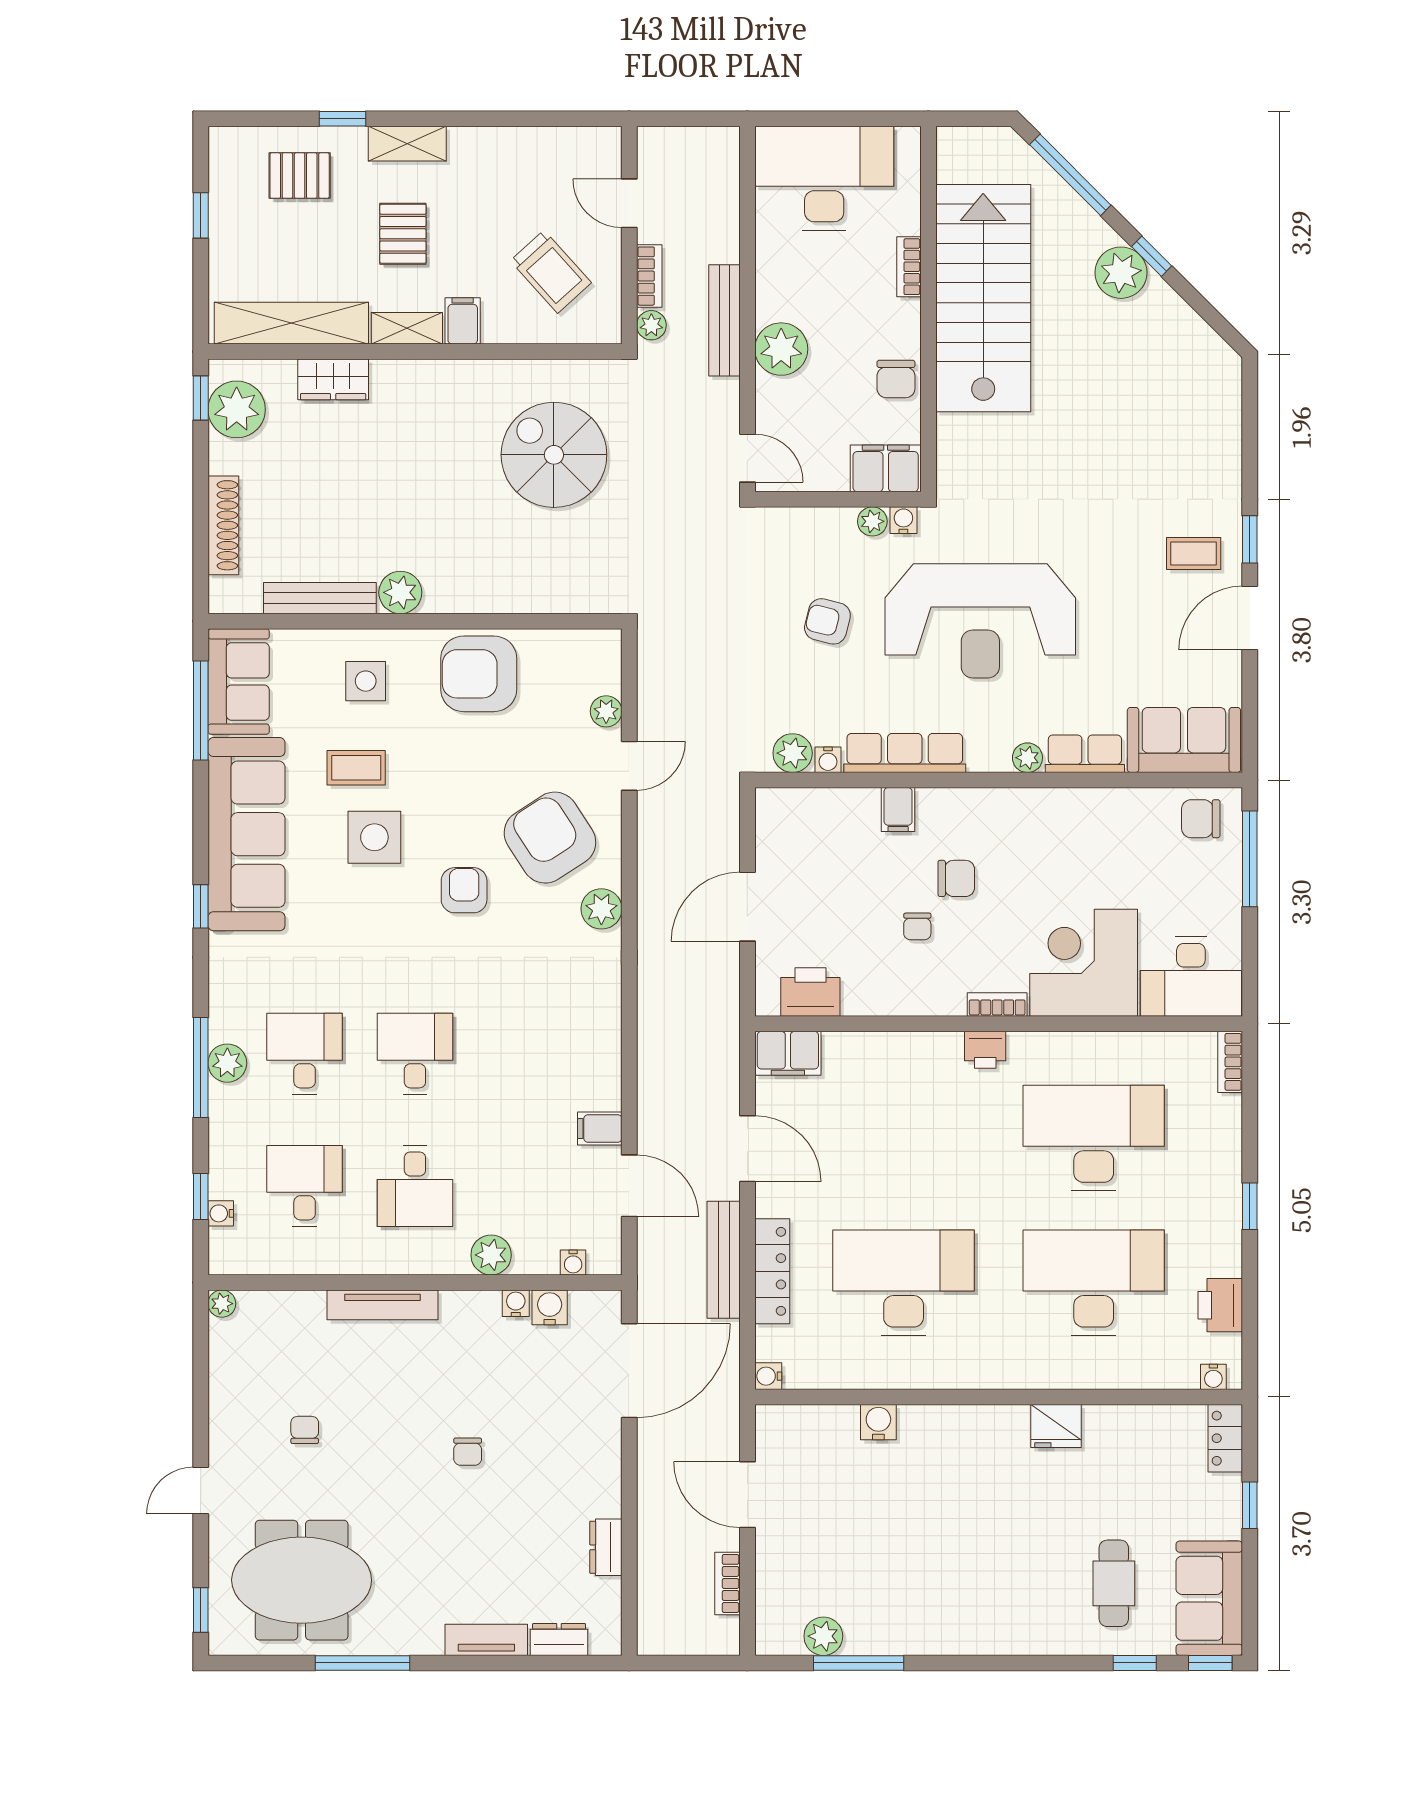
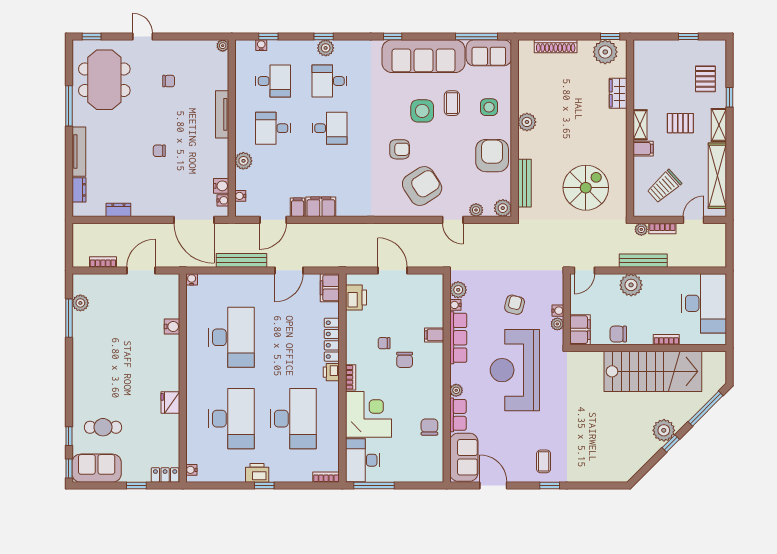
shelving: (291, 323) -> (717, 176), moved
water cooler: (903, 520) -> (558, 311), moved
bench: (320, 598) -> (525, 183), moved
door: (1250, 618) -> (493, 485), moved
chair: (1201, 819) -> (429, 427), moved
window: (1250, 859) -> (374, 485), moved
plant: (601, 909) -> (503, 208), moved
desk: (305, 1054) -> (330, 81), turned 180
window: (201, 1068) -> (324, 37), width x0.46
filing cabinet: (599, 1074) -> (321, 207), added
locker: (772, 1271) -> (332, 340), moved, turned 90
water cooler: (516, 1303) -> (223, 200), moved
printer: (1220, 1305) -> (257, 473), moved
tv unit: (486, 1640) -> (79, 152), width x1.41

